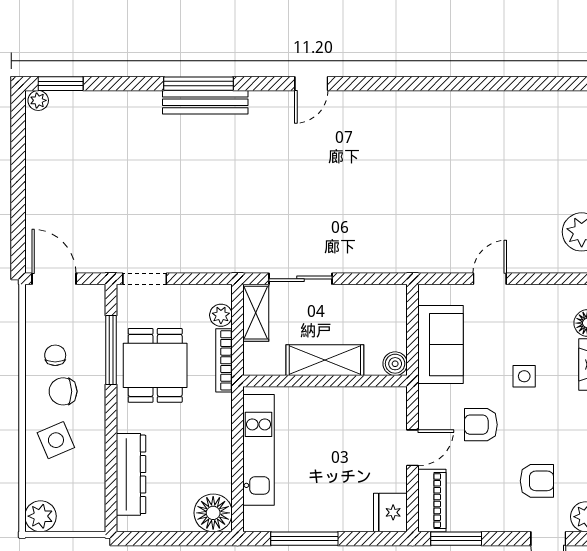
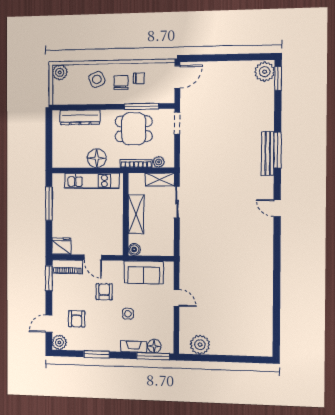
plant: (38, 100) -> (265, 72), width x1.88, depth x1.88
floor lamp: (213, 513) -> (97, 158), moved

